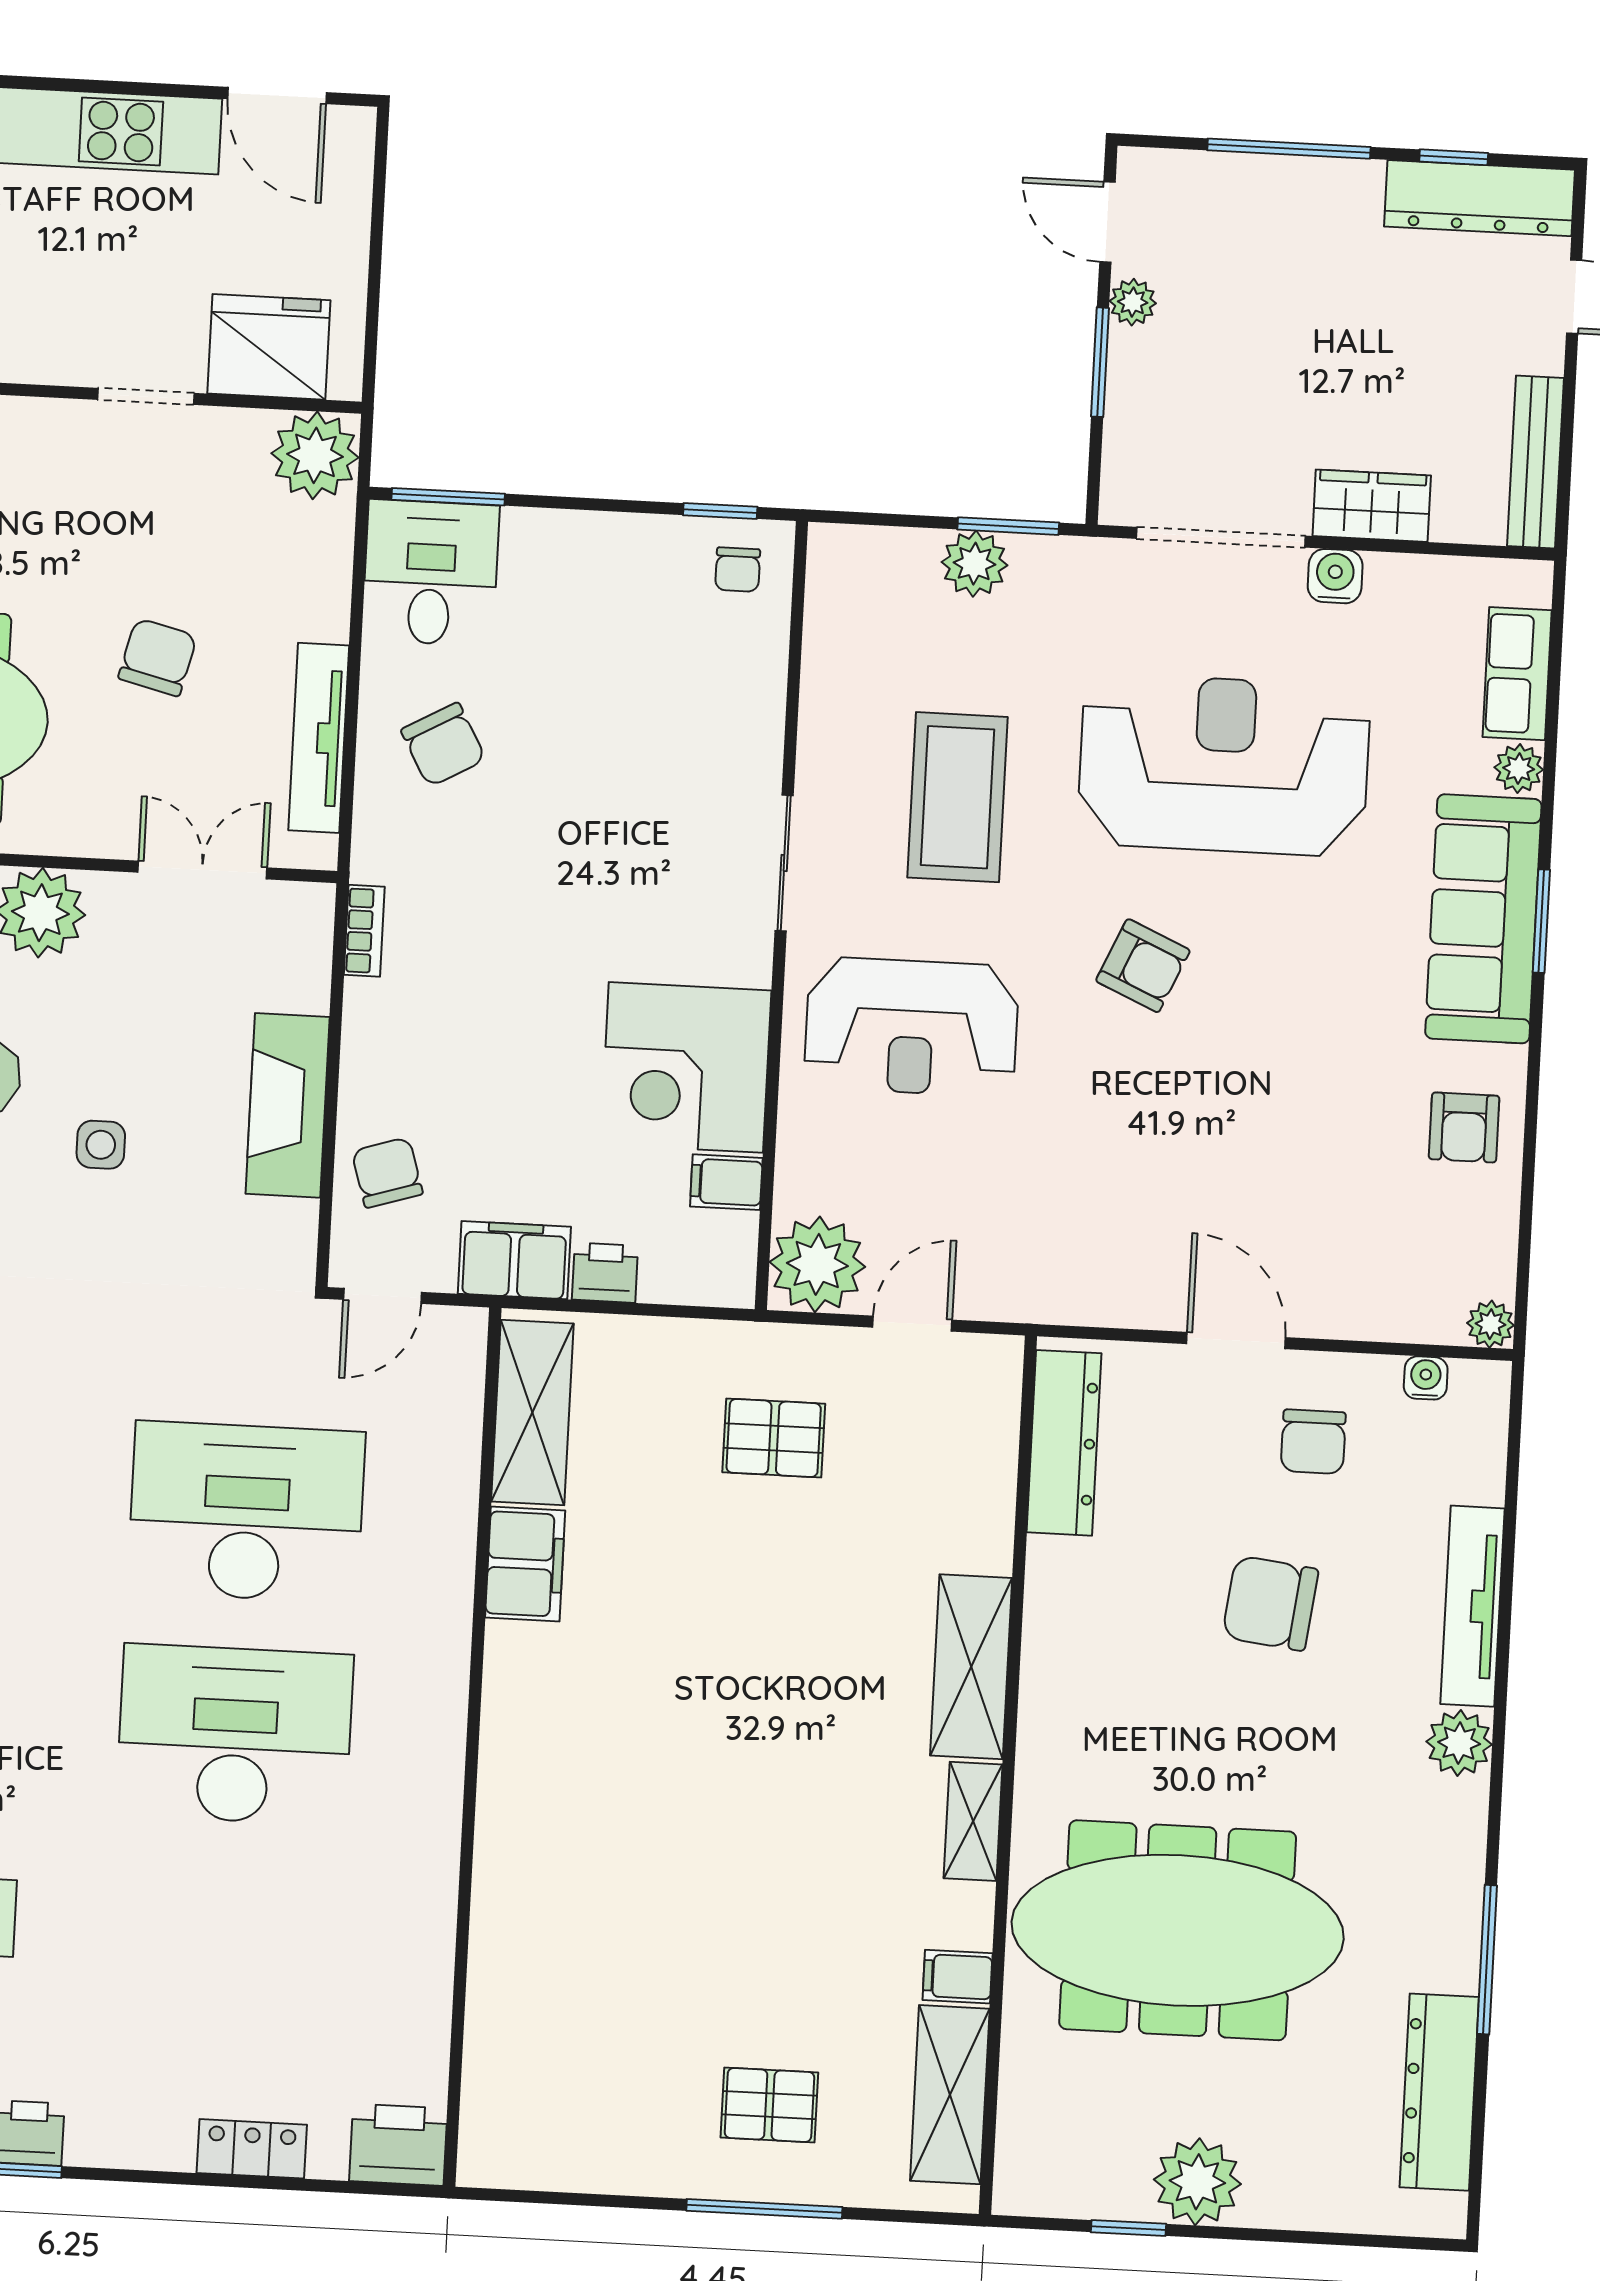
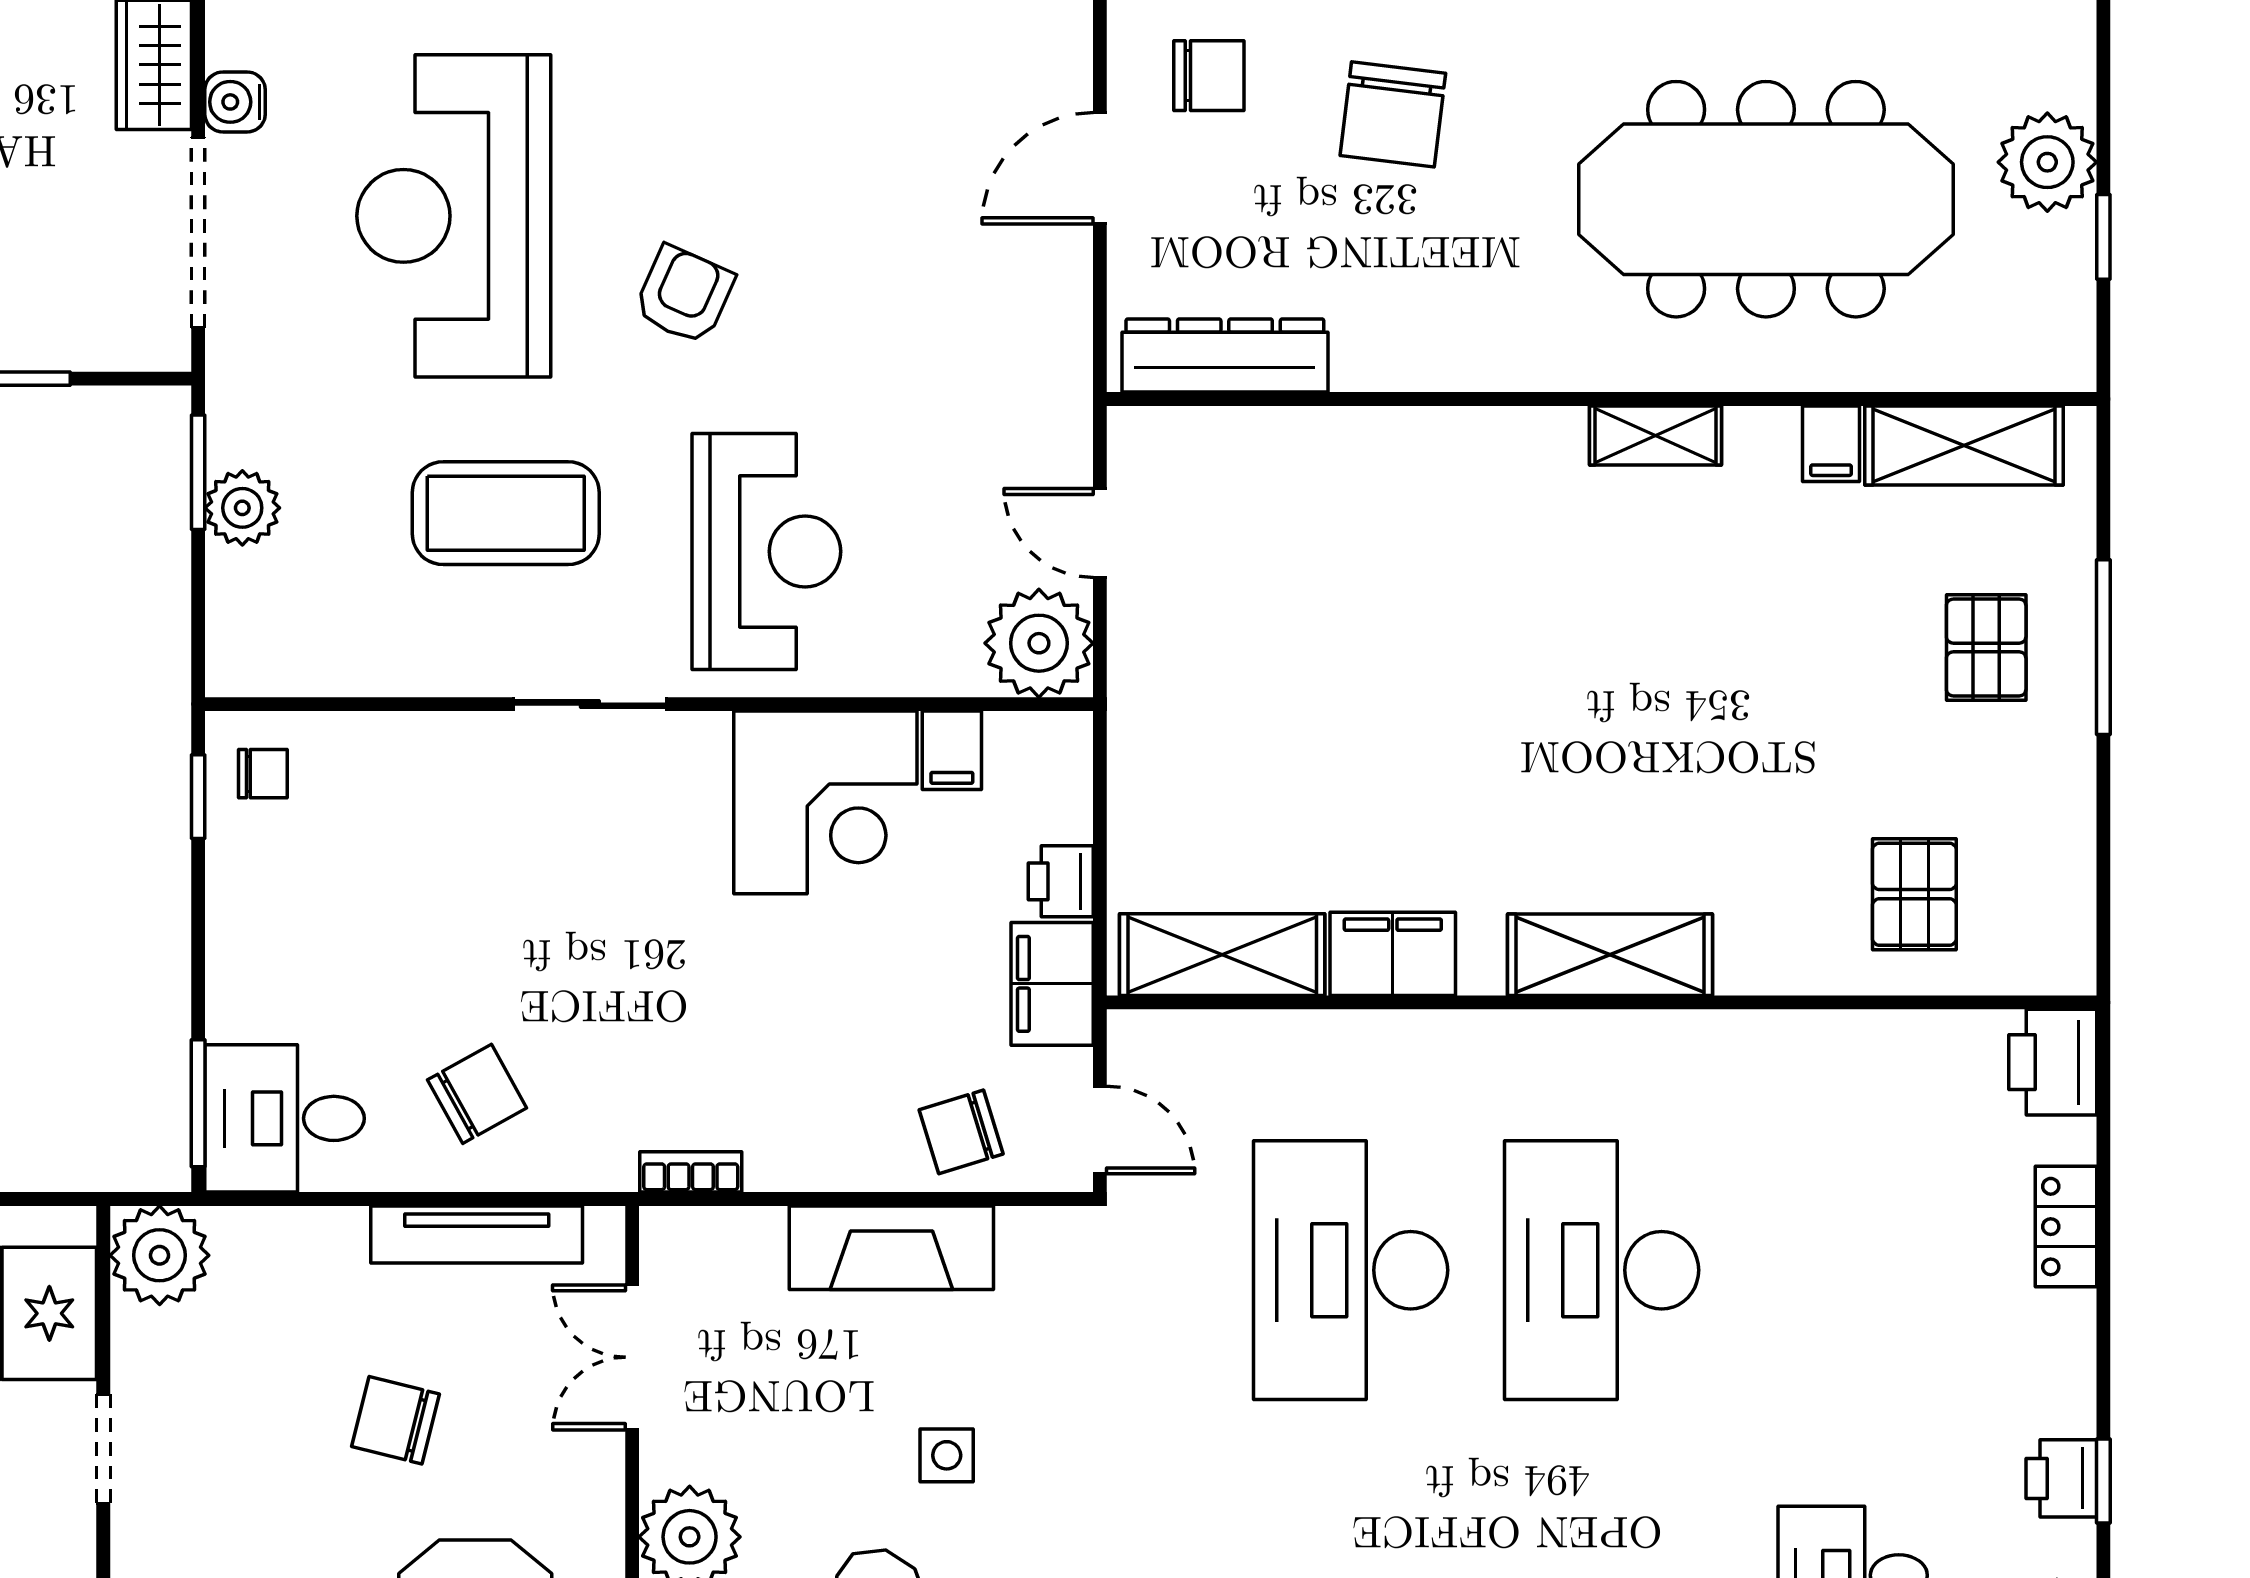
pallet: (774, 1438) -> (1914, 894), moved
shelving: (971, 1667) -> (1610, 955), moved
meeting table: (1178, 1930) -> (1766, 199), turned 90

